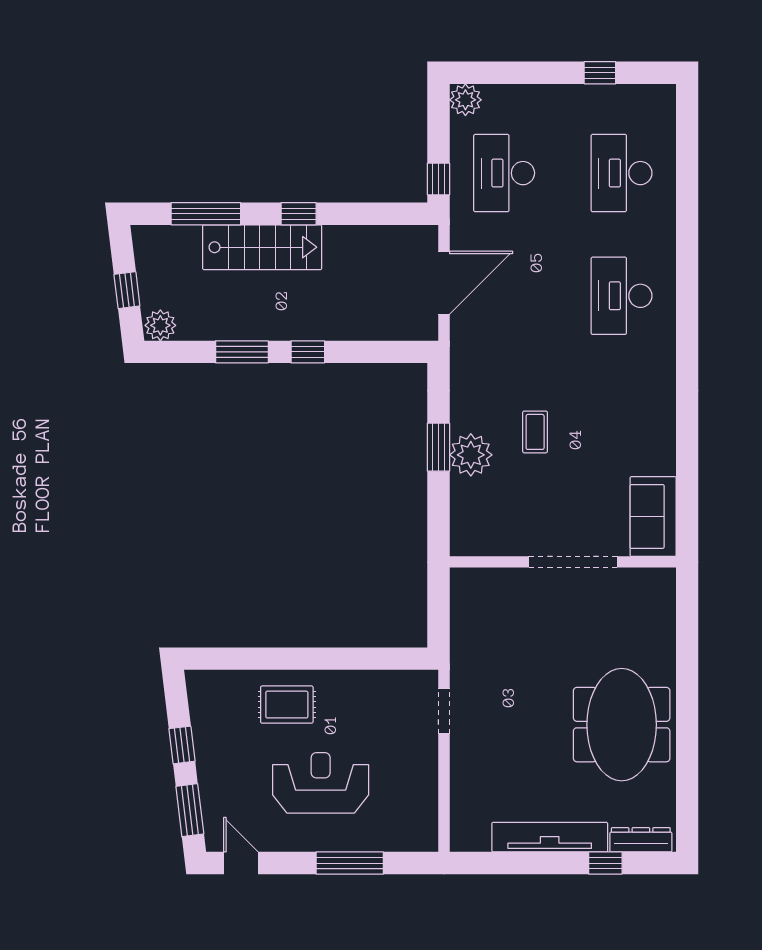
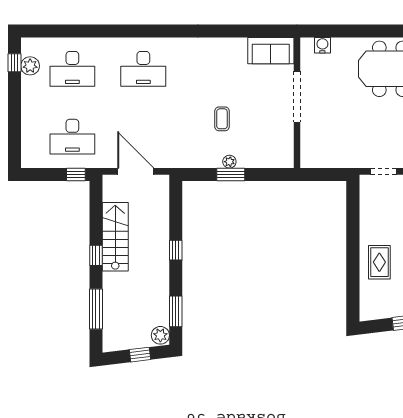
window: (600, 73) -> (14, 63), moved
plant: (465, 100) -> (30, 66), moved
stairs: (262, 247) -> (115, 237), moved
window: (242, 352) -> (176, 311), moved
coffee table: (535, 432) -> (222, 119), turned 90
plant: (471, 455) -> (229, 162), width x0.53, depth x0.53
water cooler: (663, 606) -> (322, 45), added

